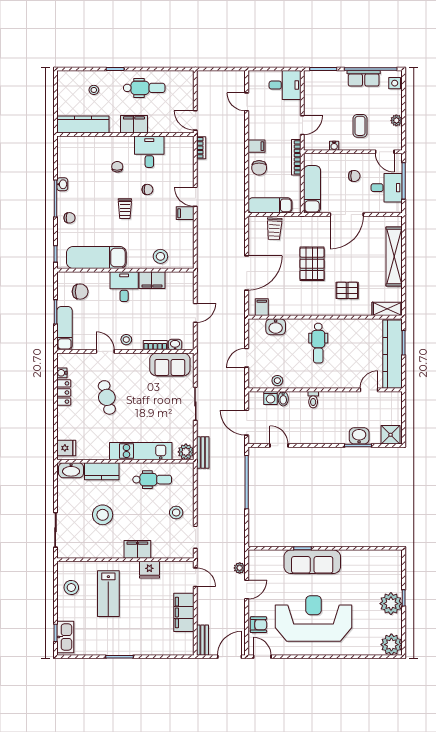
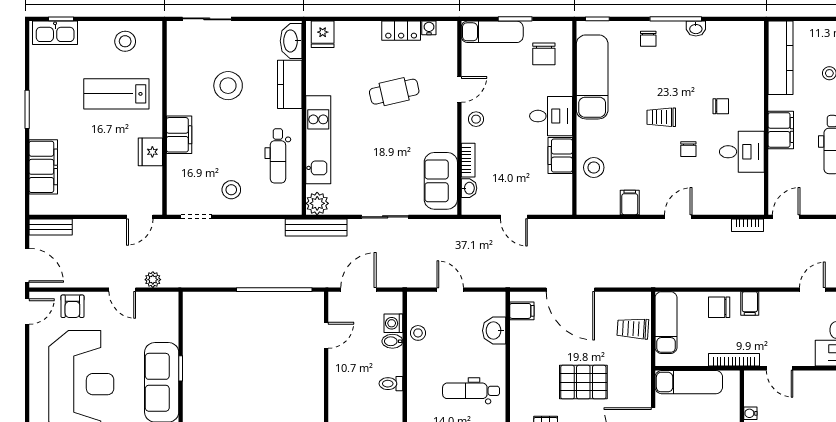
filing cabinet: (185, 213) -> (630, 202), moved
bench: (203, 453) -> (316, 227), width x1.36
filing cabinet: (184, 612) -> (43, 167), moved, turned 90

